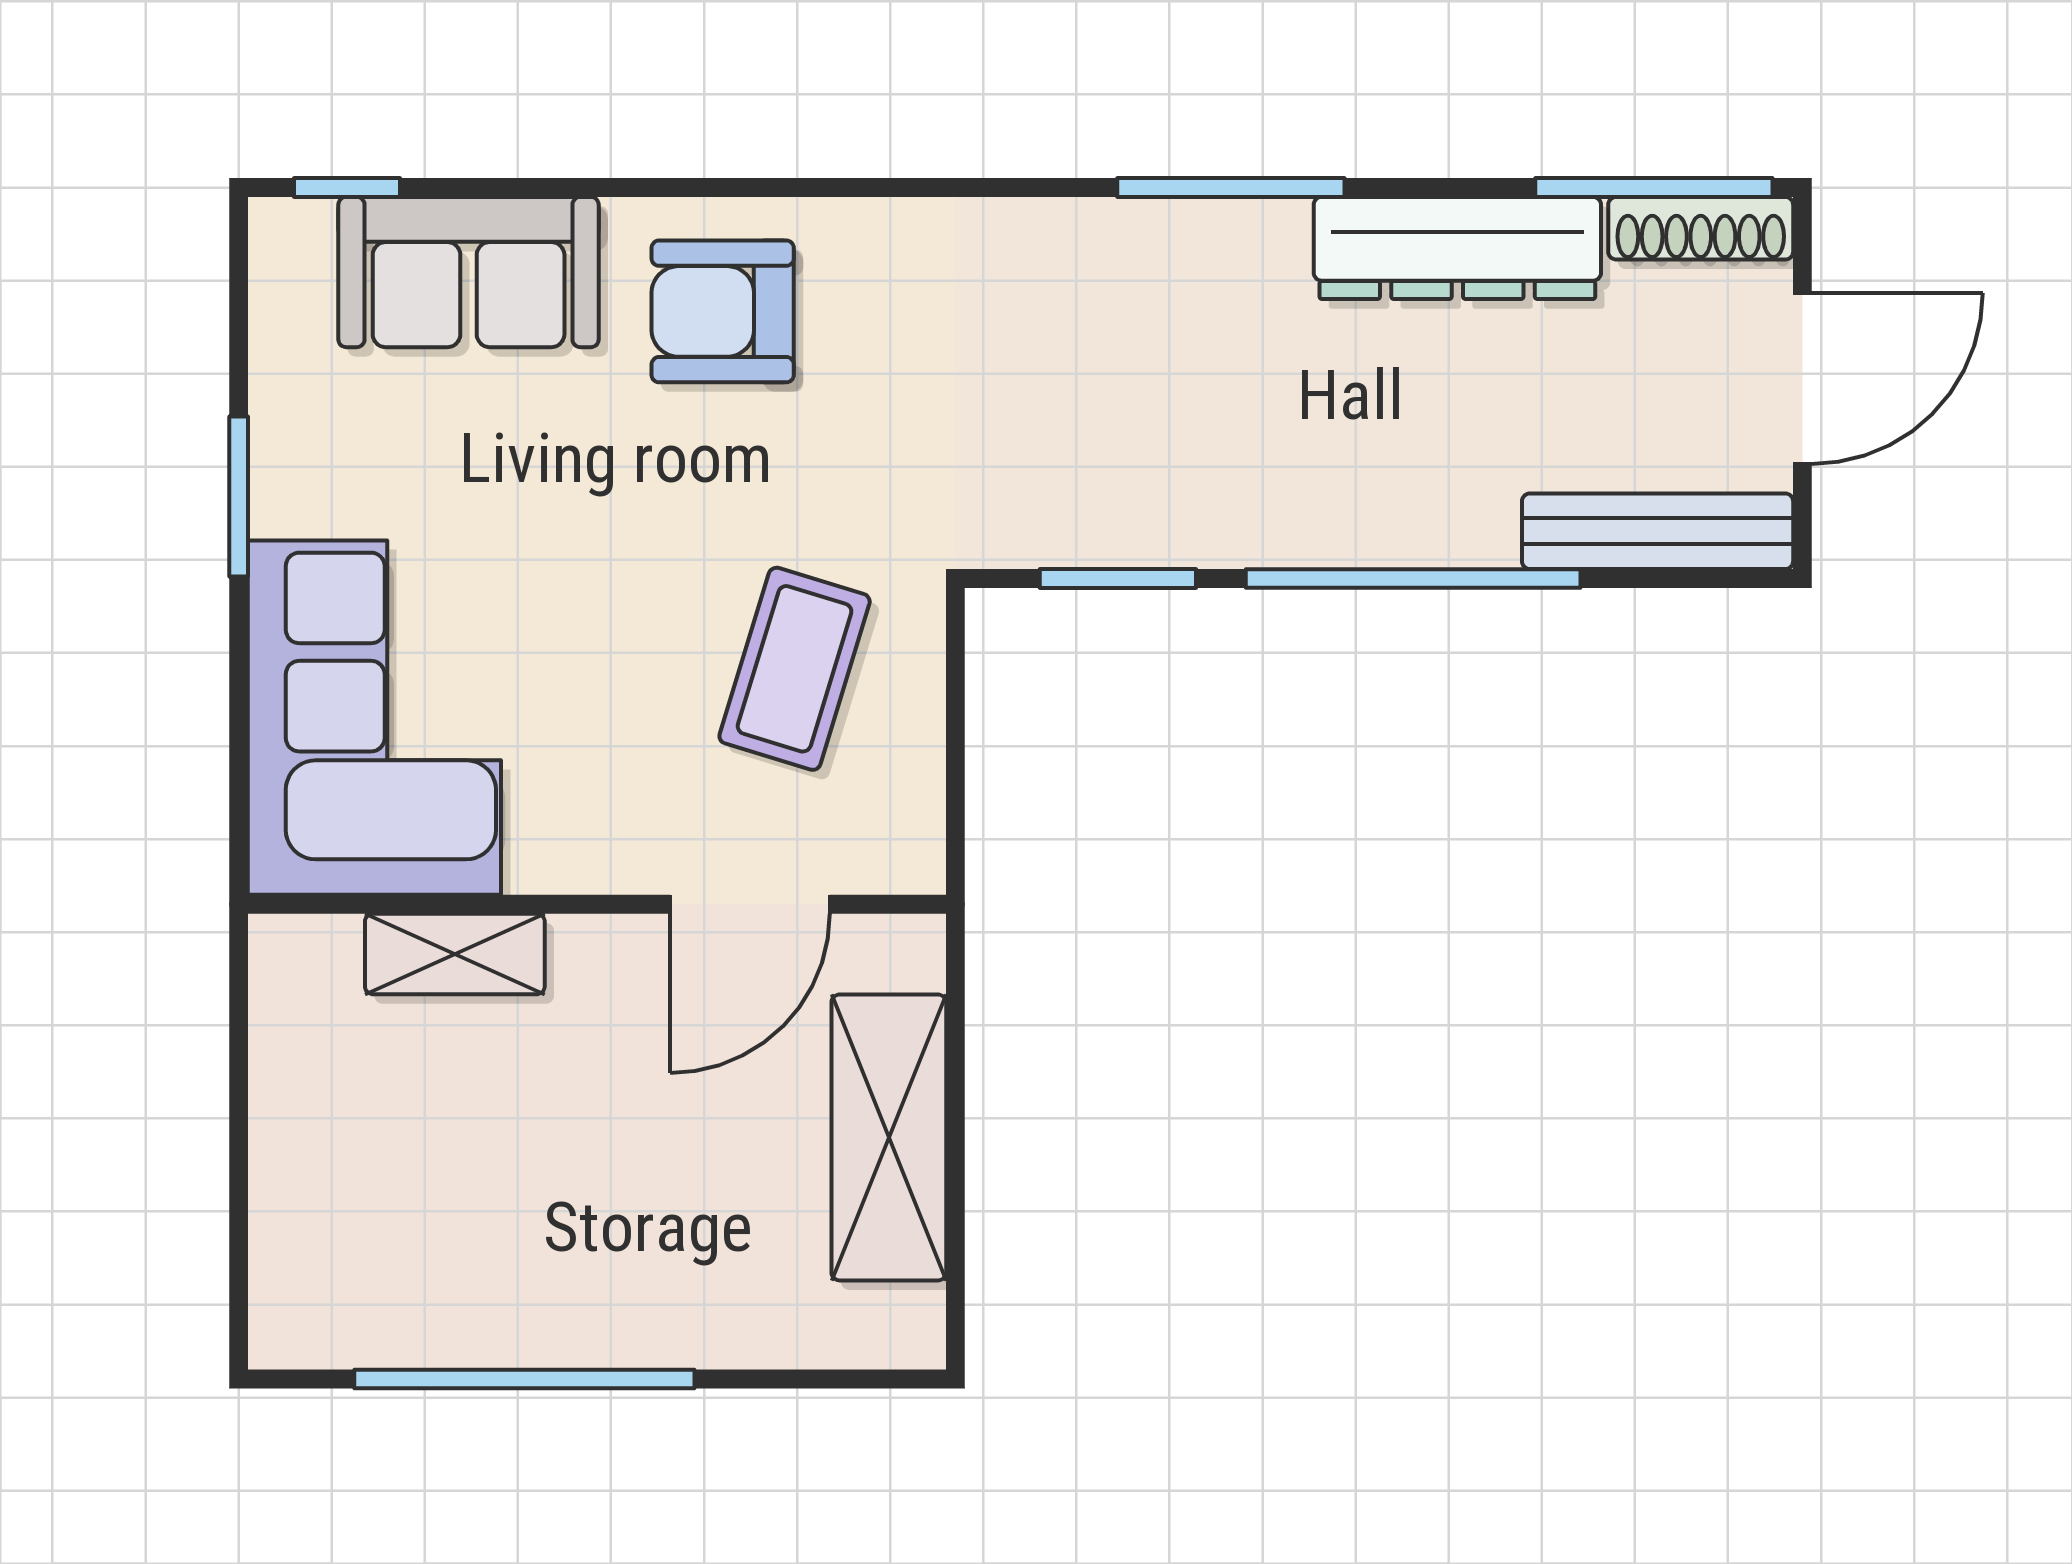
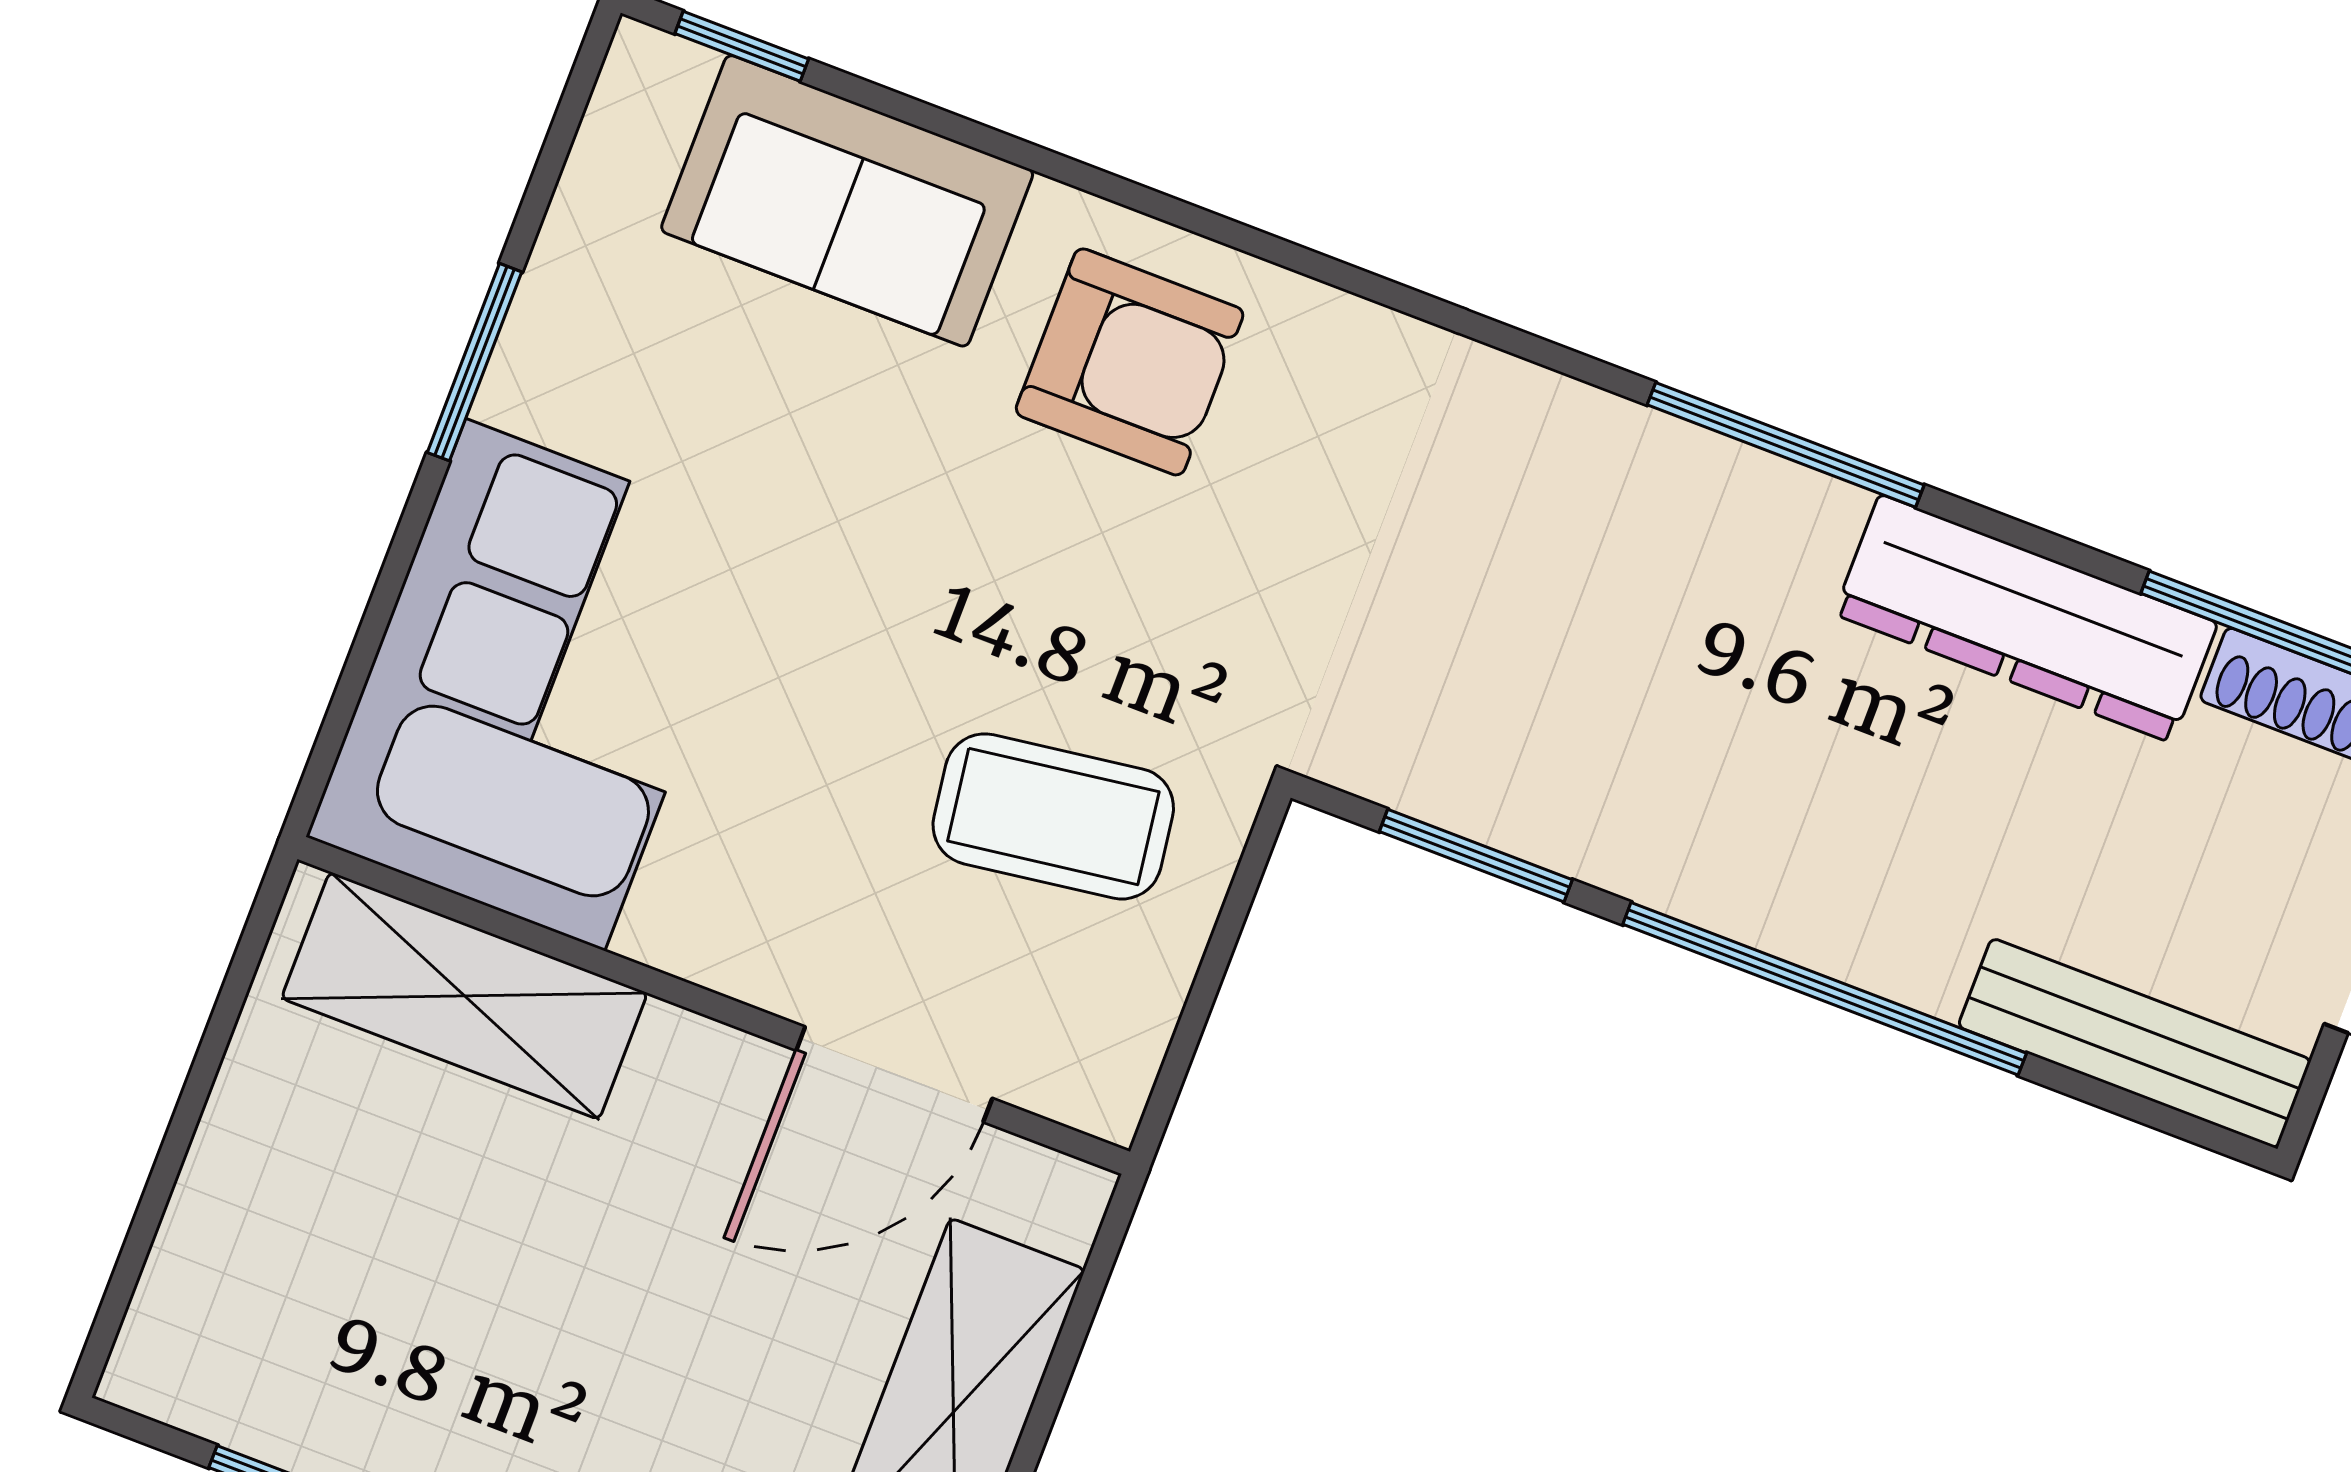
armchair: (723, 311) -> (1130, 362), turned 180
coffee table: (795, 669) -> (1053, 816), turned 65
shelving: (455, 954) -> (464, 996), width x1.50, depth x1.33

